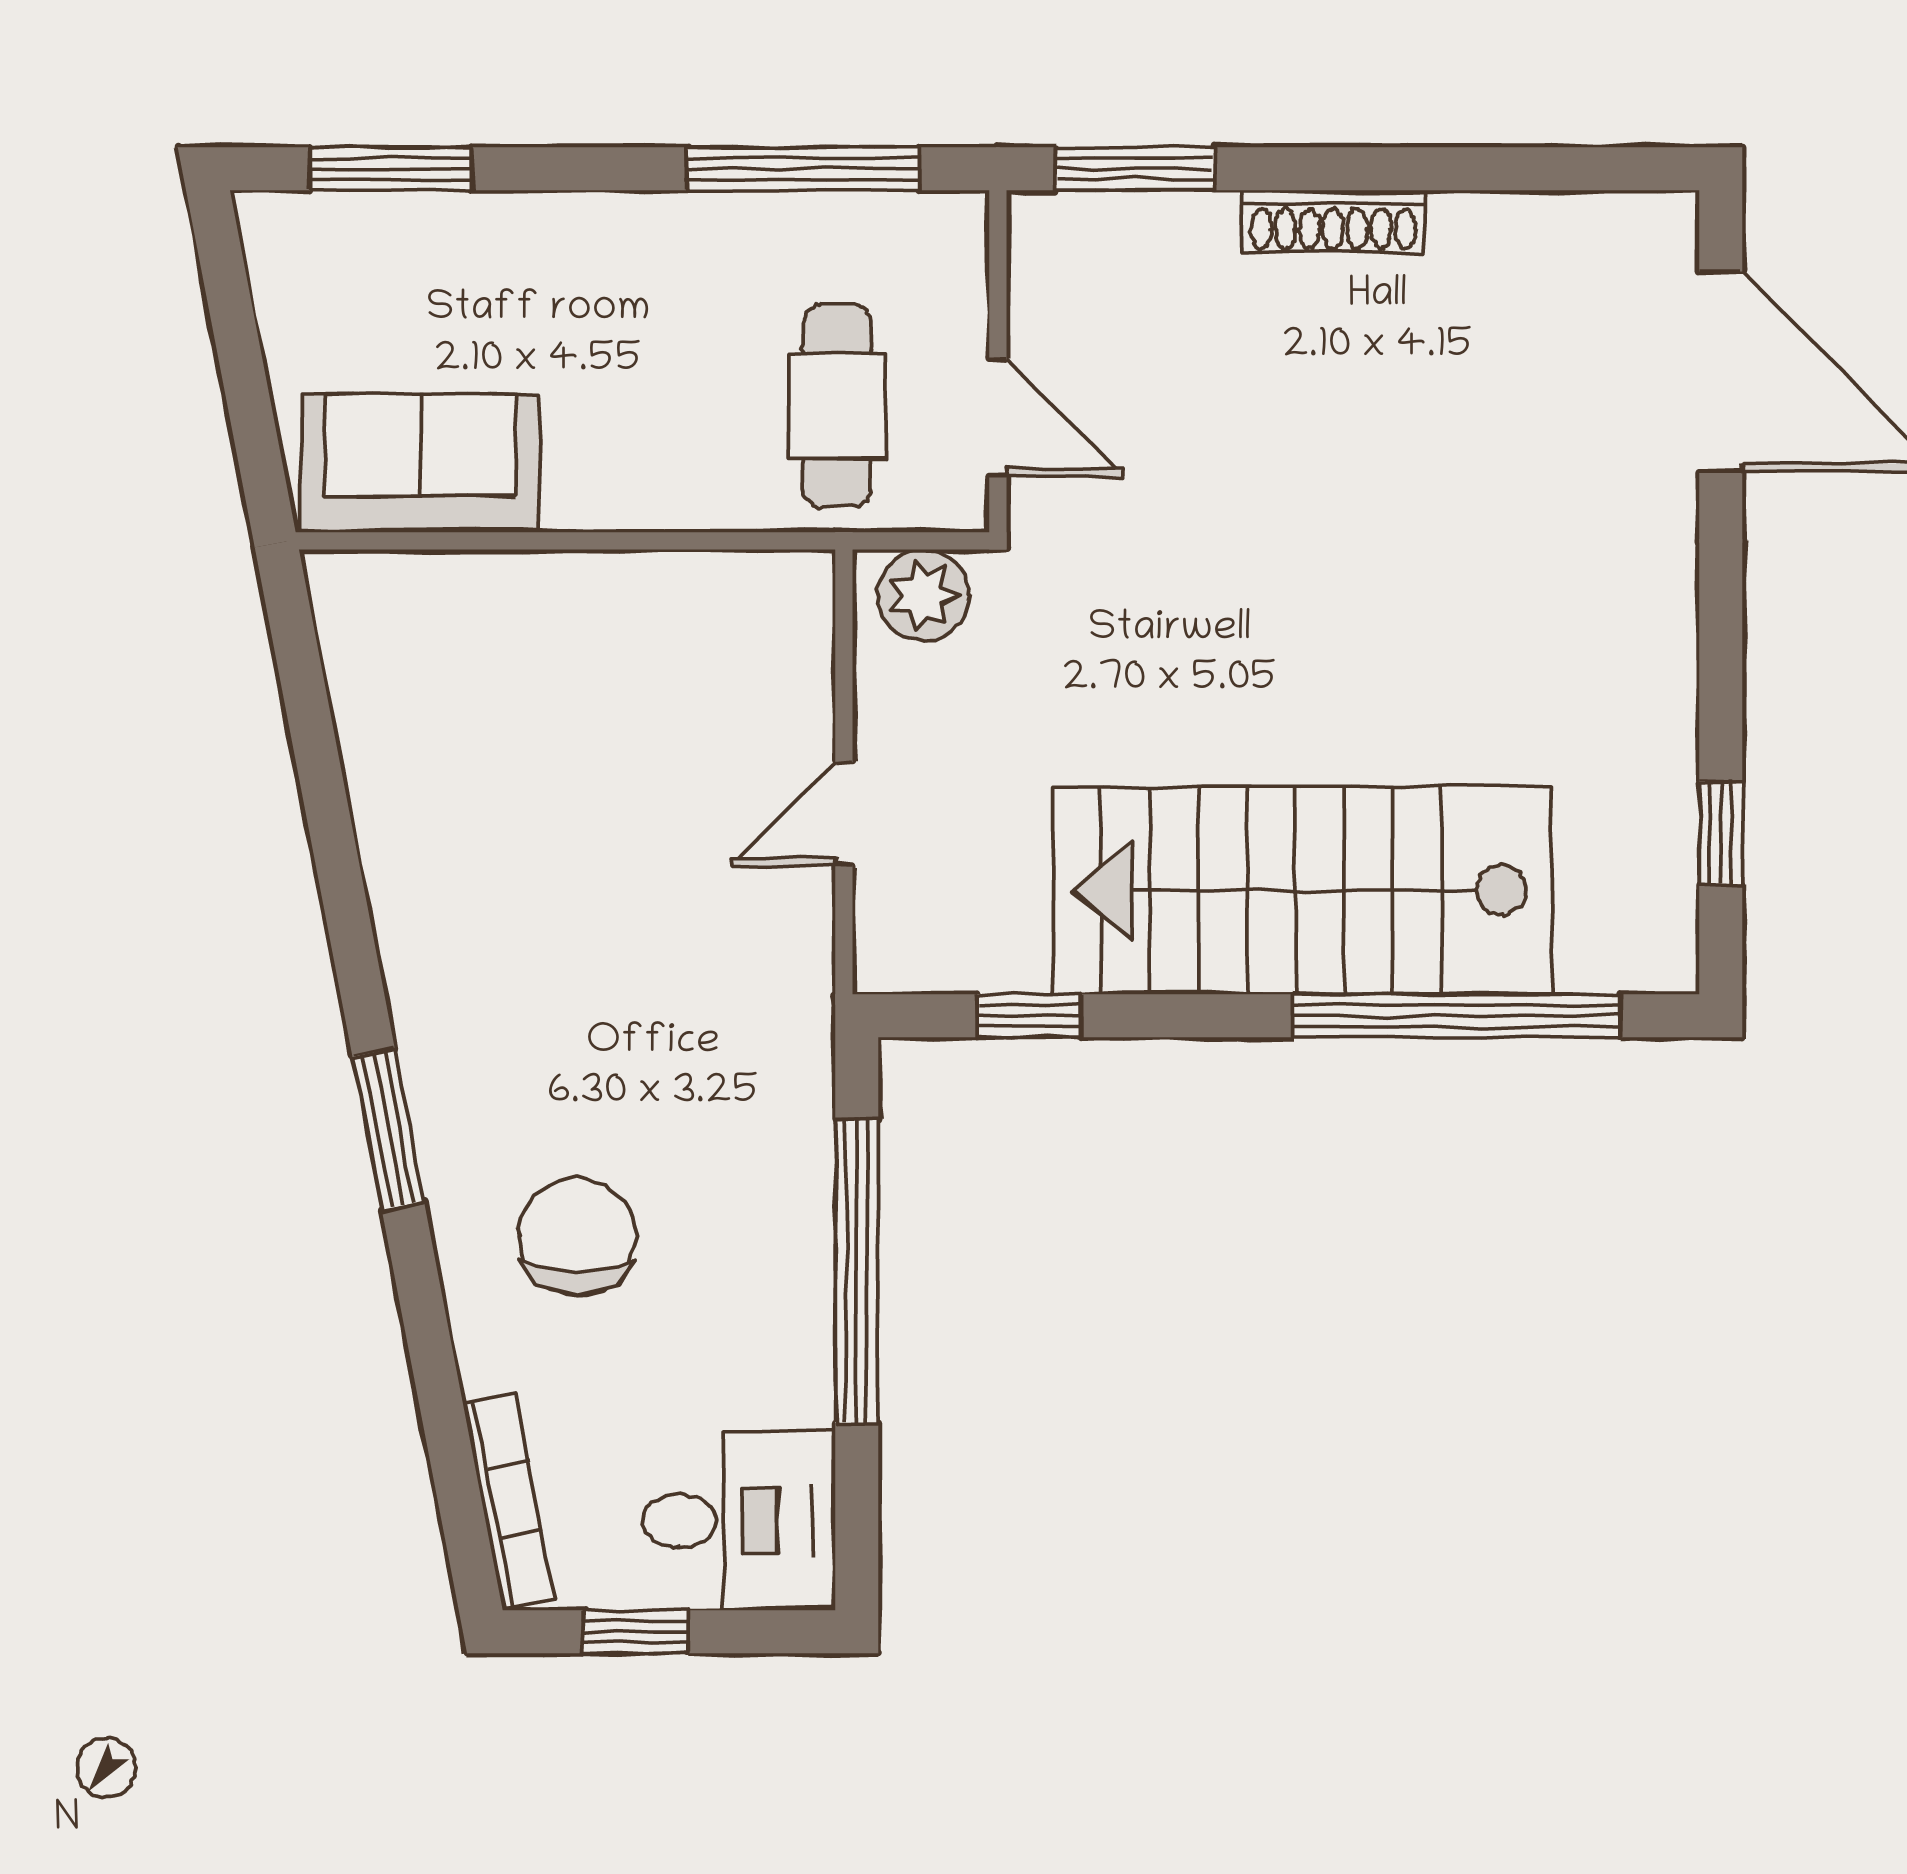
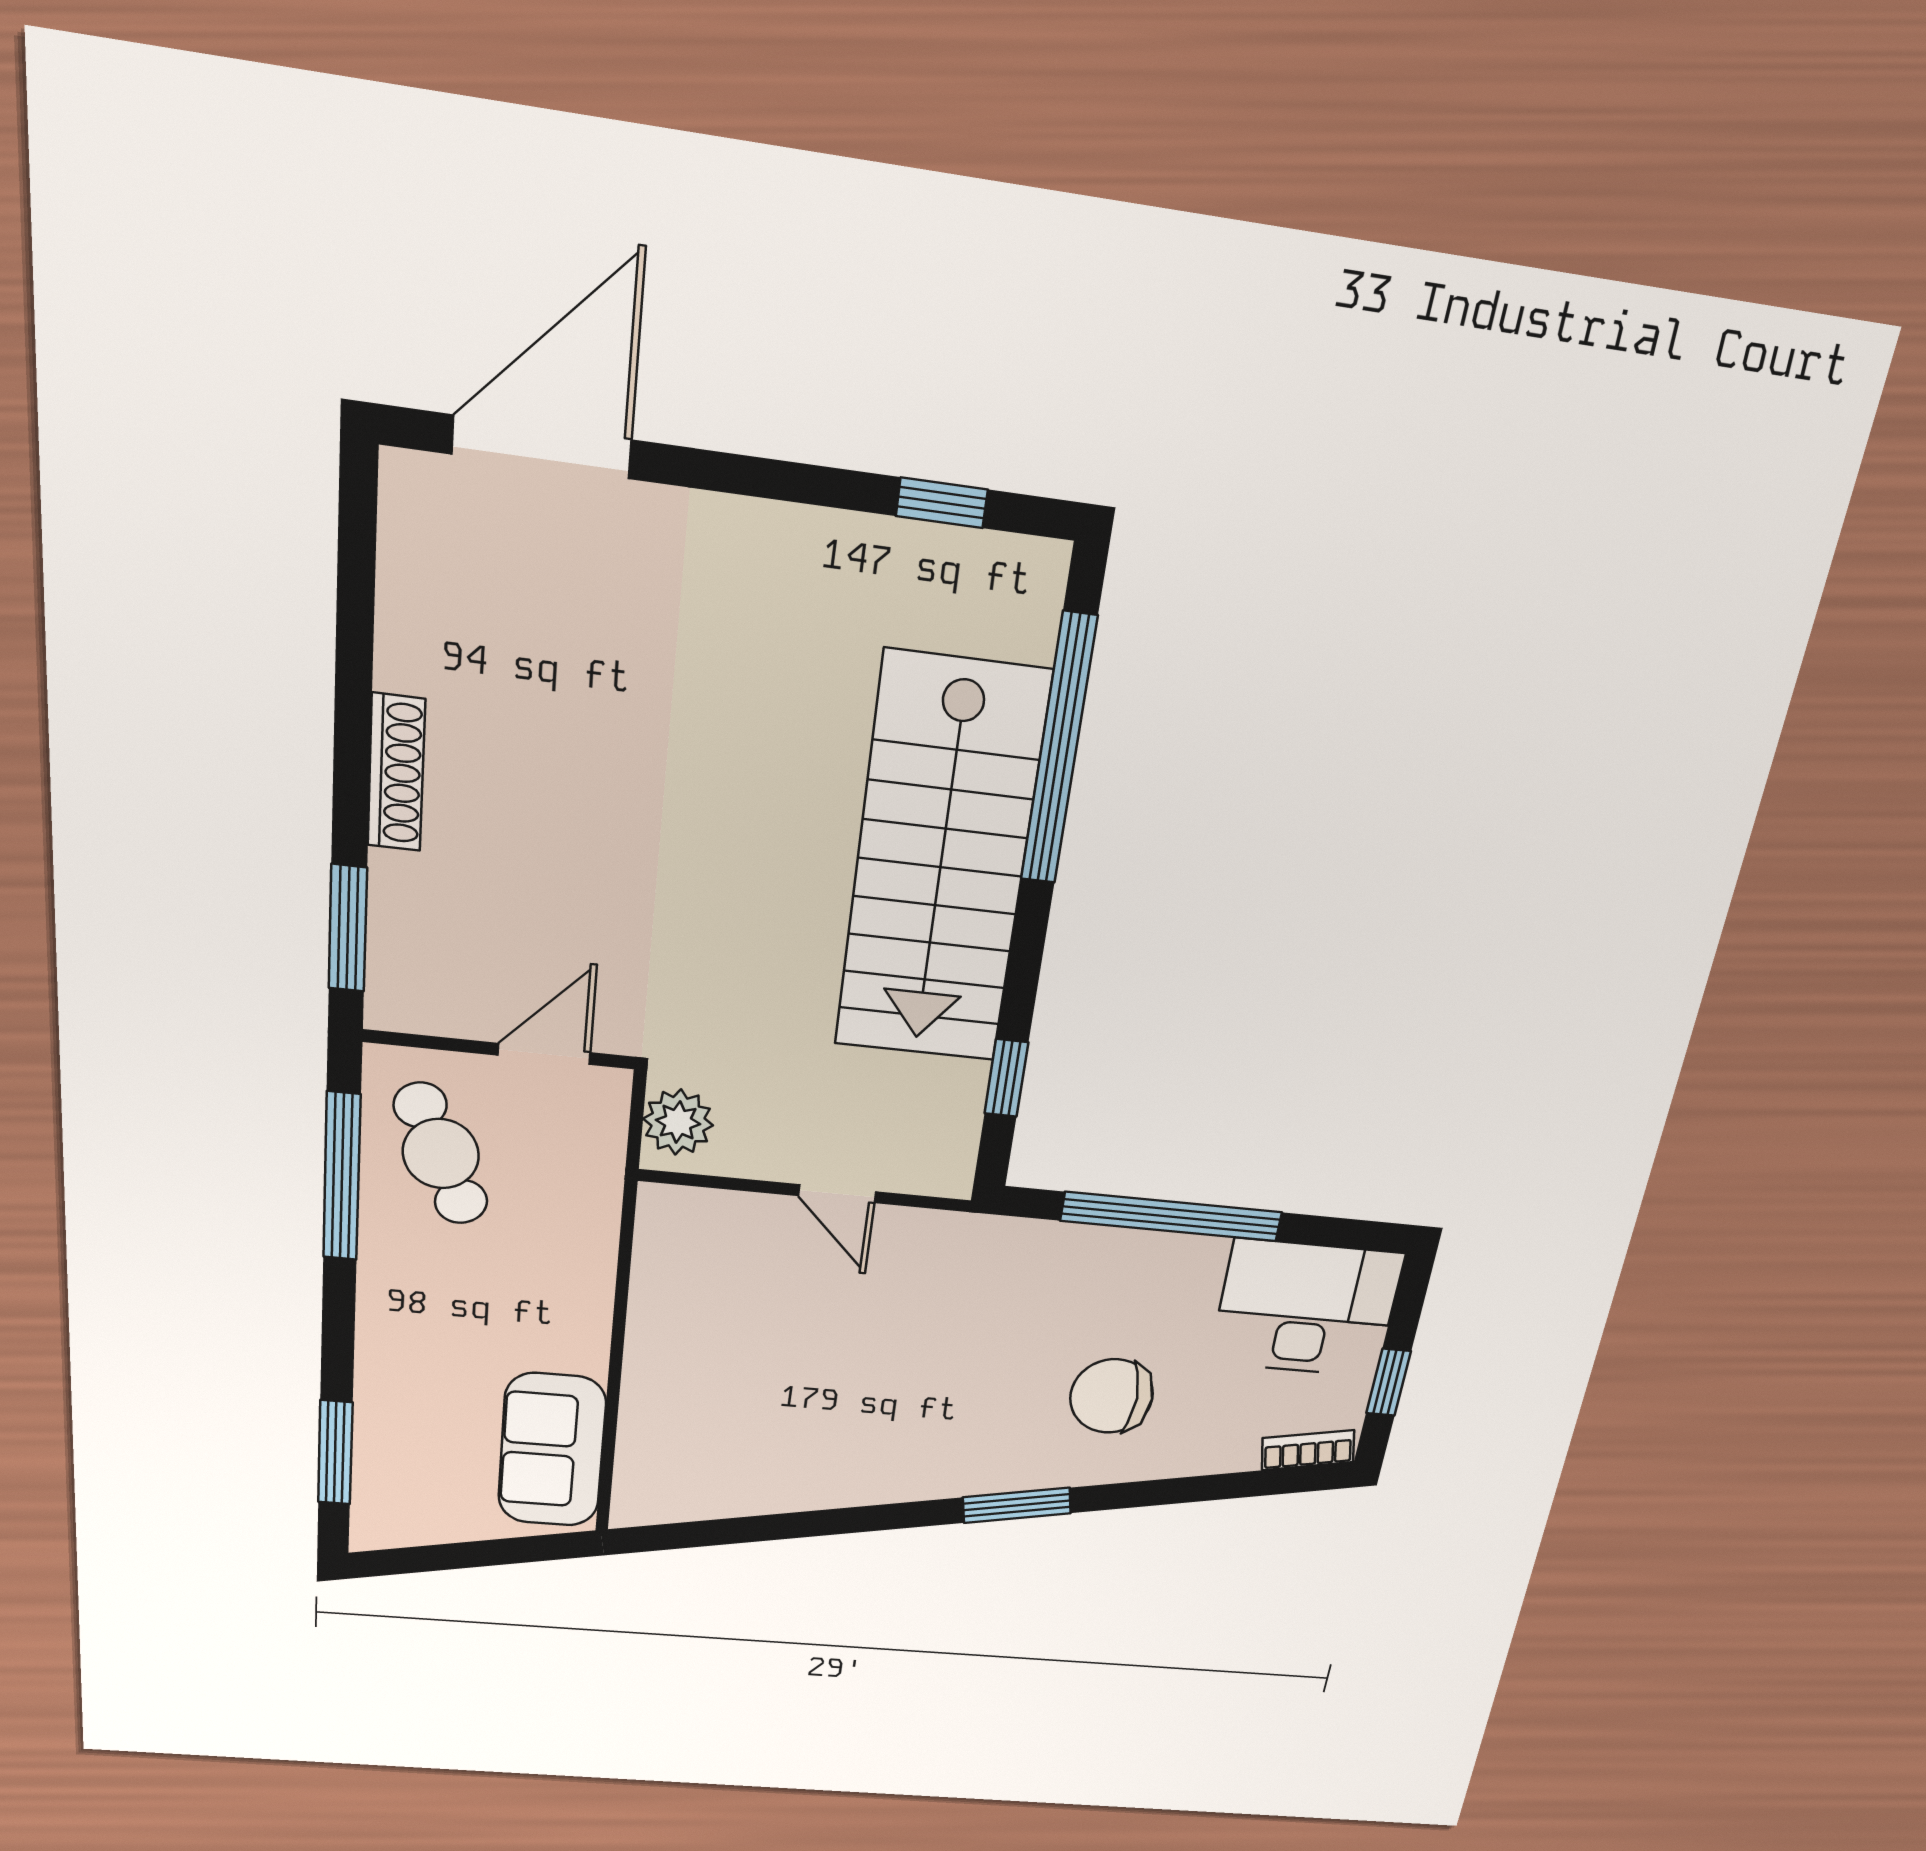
cafe table: (837, 406) -> (441, 1154), moved, turned 66
bookcase: (509, 1501) -> (1308, 1450), width x0.64
desk: (739, 1521) -> (1306, 1308), width x1.37

